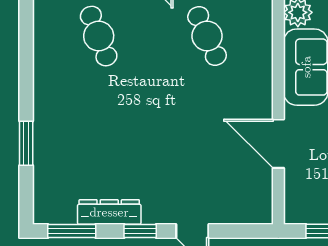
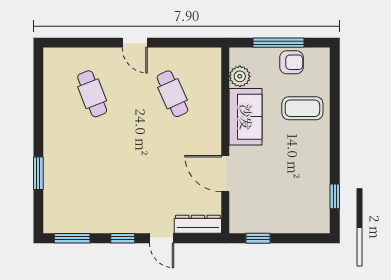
dresser: (109, 212) -> (198, 224), moved

